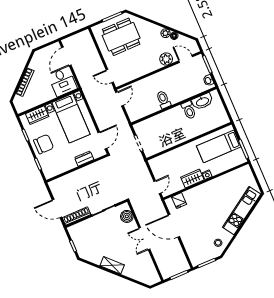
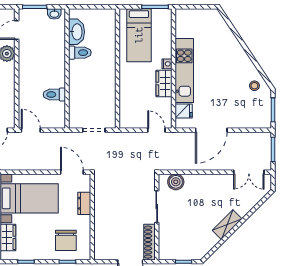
toilet: (163, 100) -> (54, 95), moved
chair: (44, 144) -> (66, 240), moved, turned 180
kitchen unit: (242, 211) -> (184, 71), moved, turned -146
double door: (144, 239) -> (249, 172), moved

